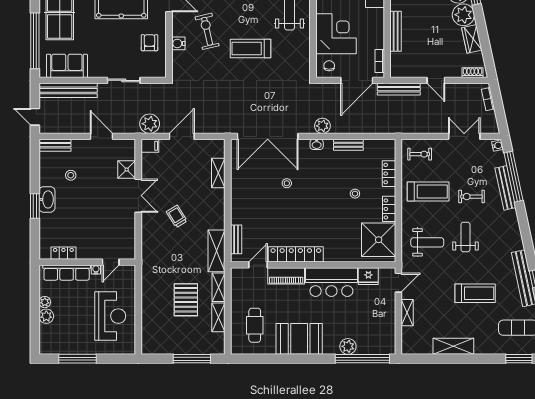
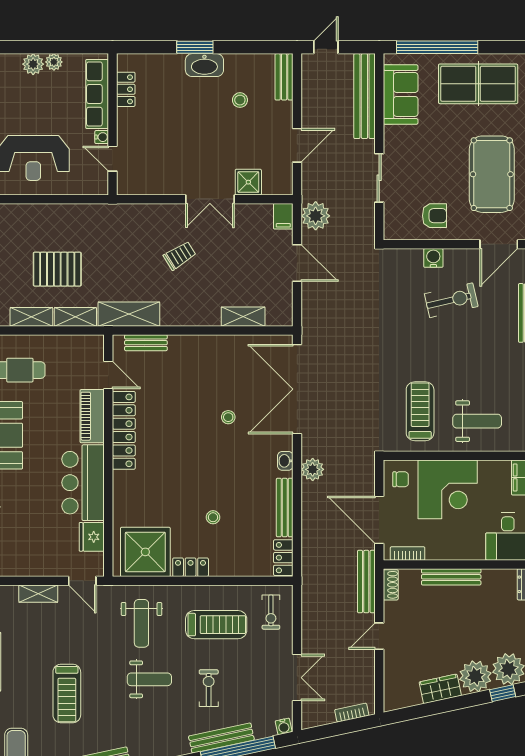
treadmill: (251, 48) -> (420, 411), moved
shoe rack: (472, 73) -> (391, 585), moved
bench: (348, 145) -> (285, 507), width x1.36
locker: (389, 174) -> (283, 558), moved, turned -90
treadmill: (428, 191) -> (216, 625), turned -90

